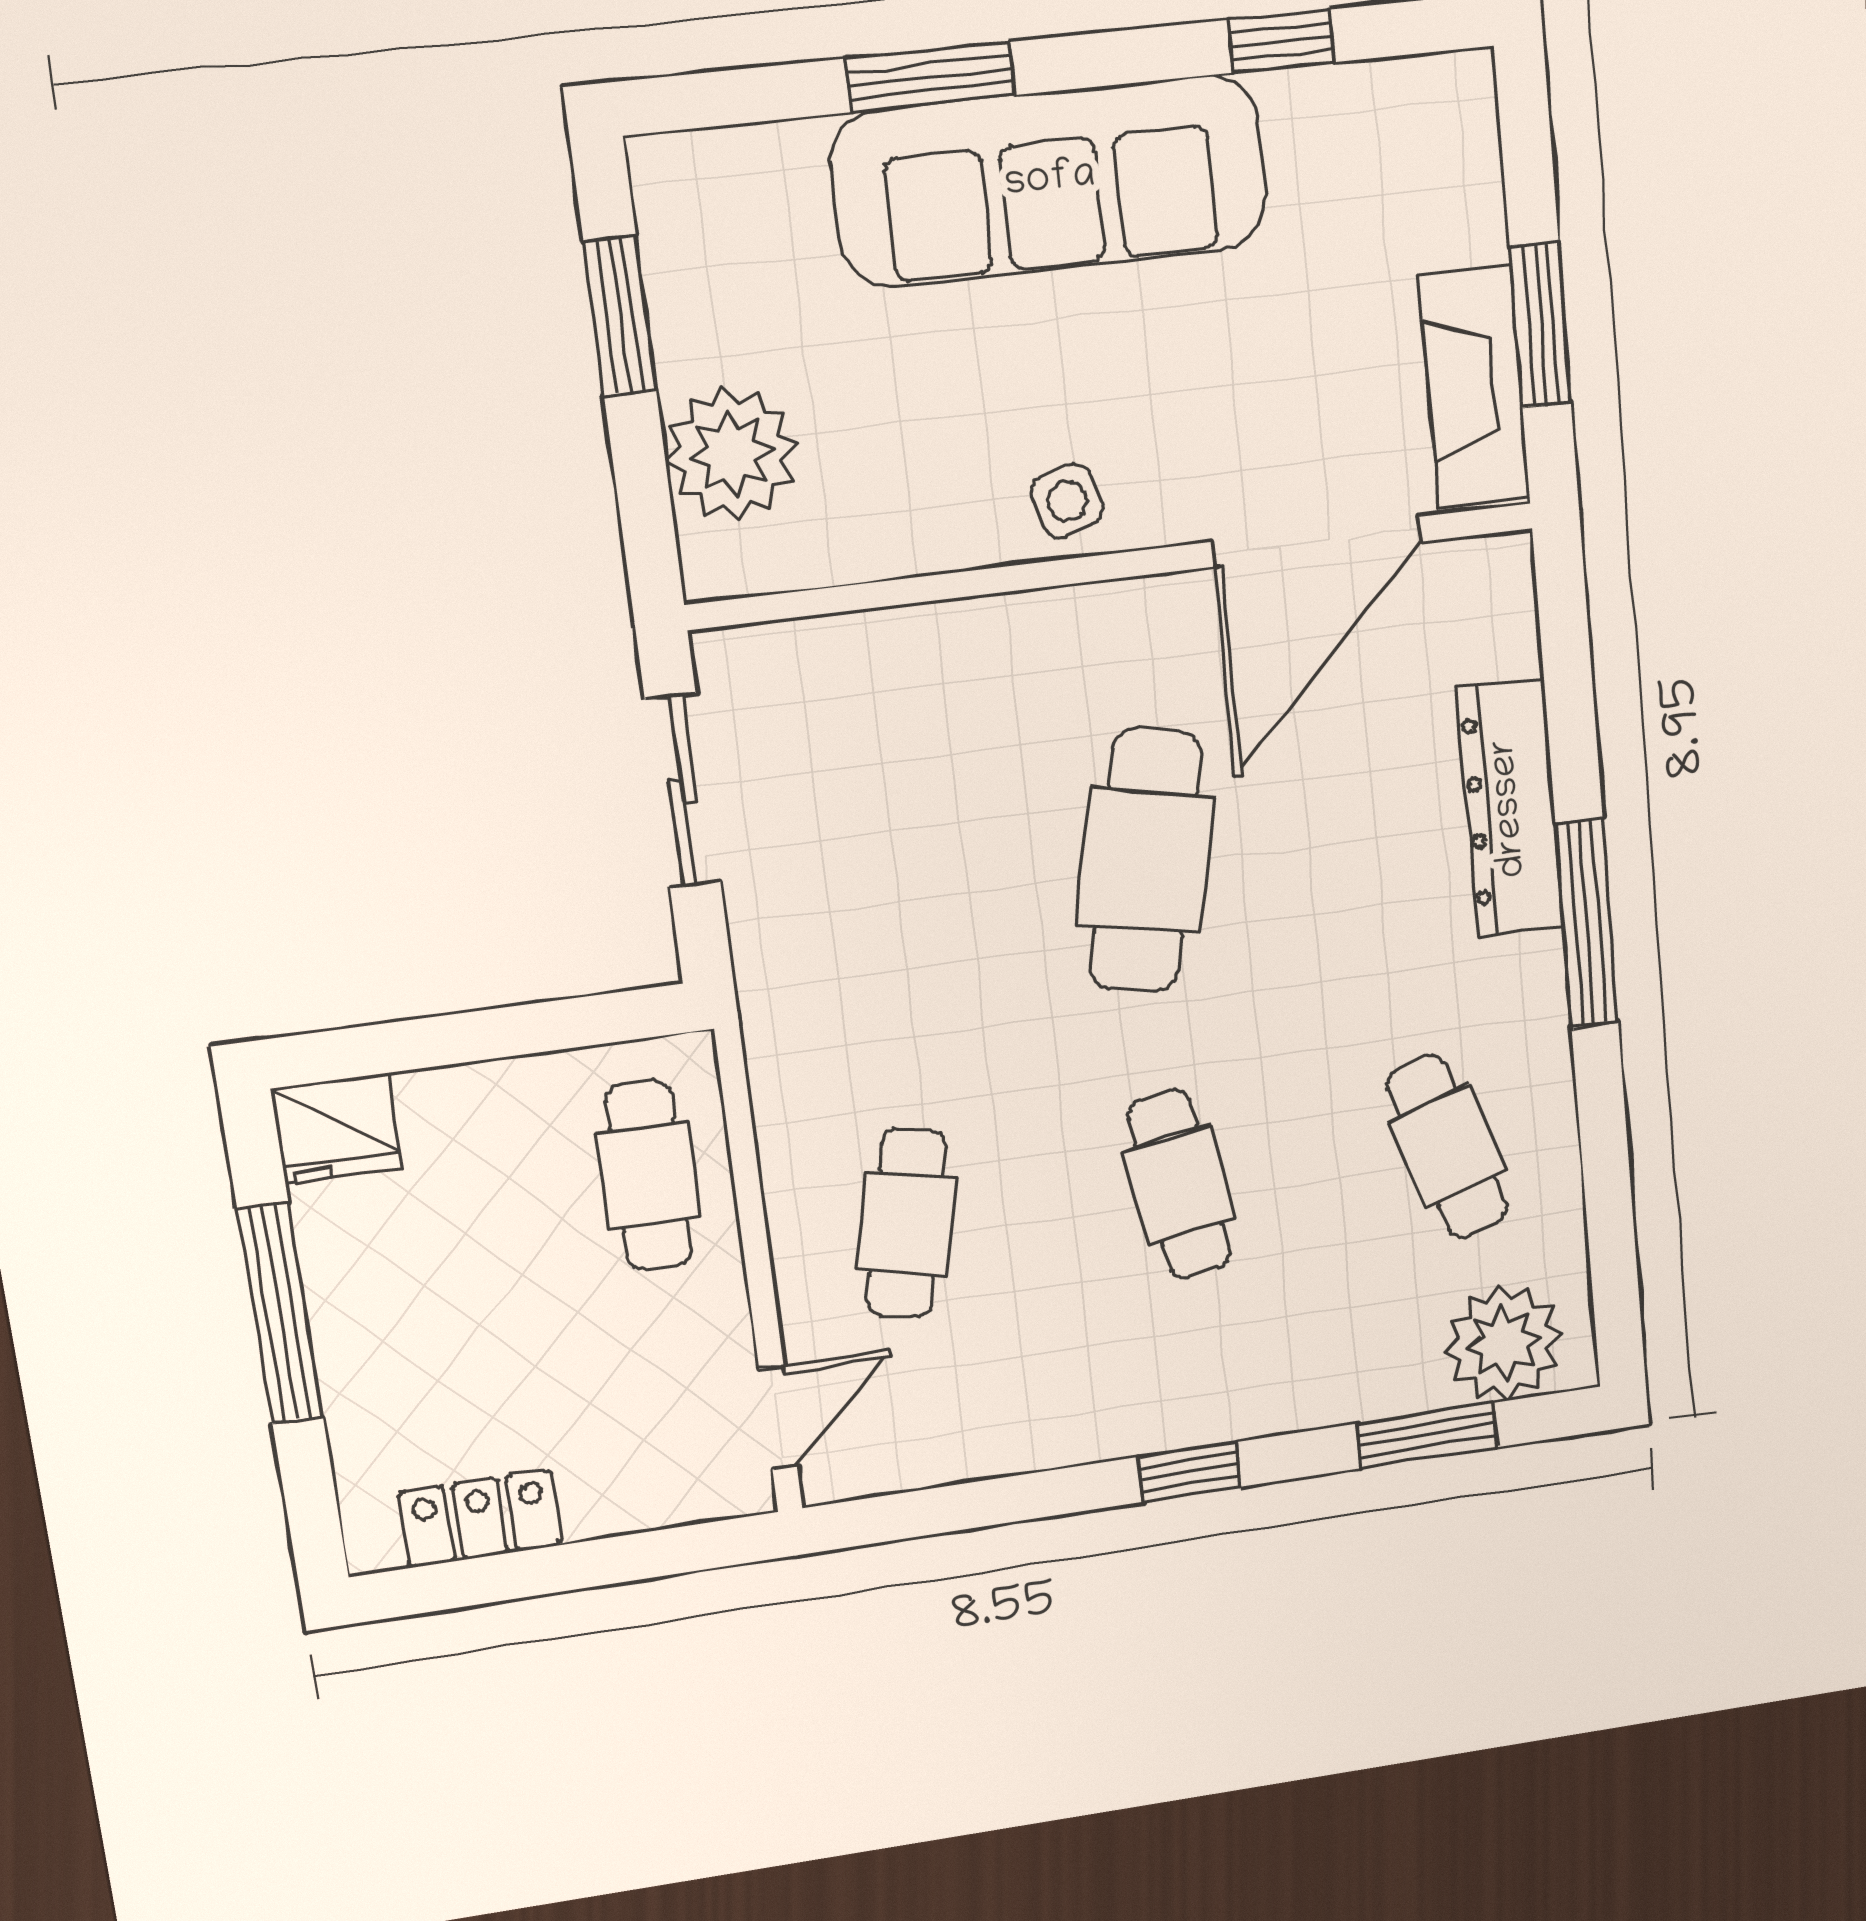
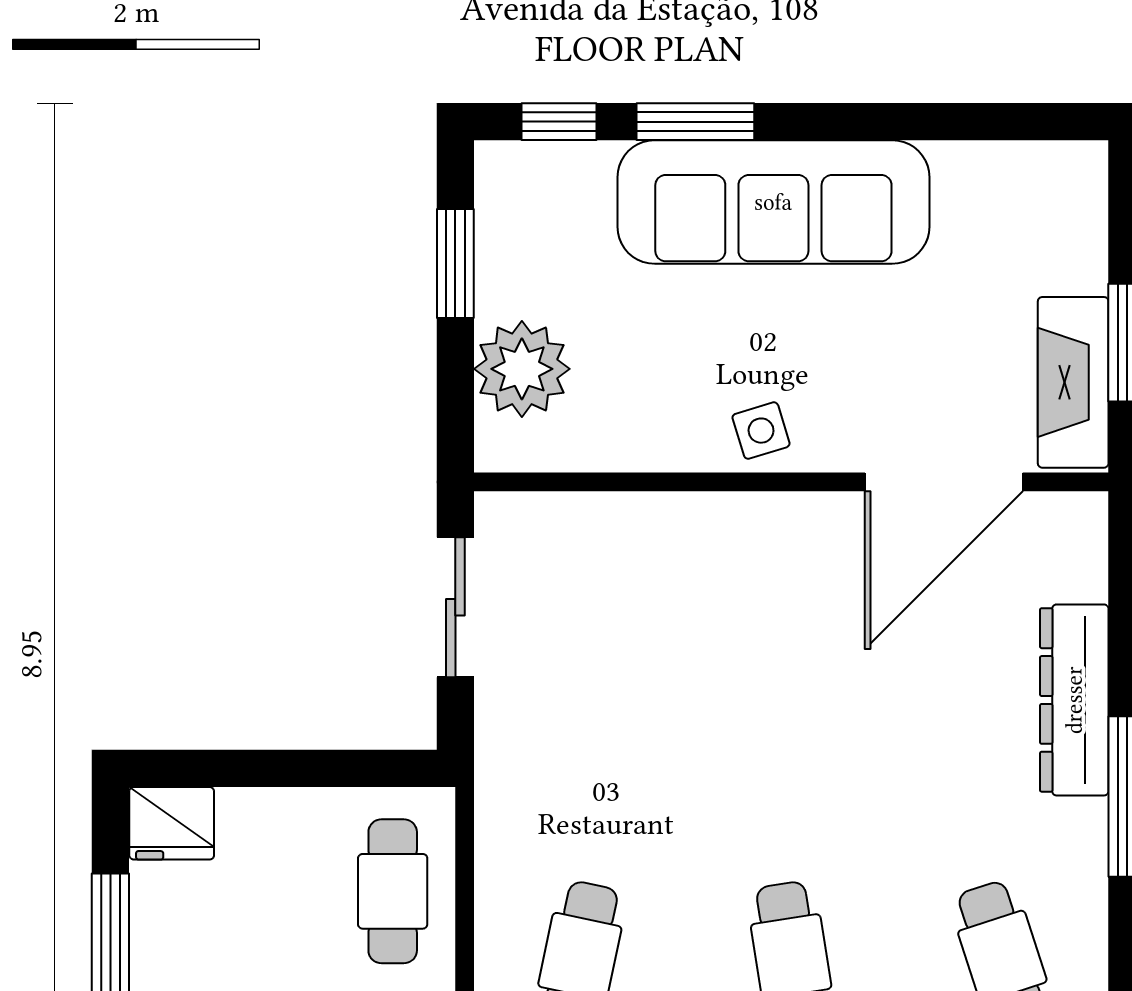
window: (1281, 41) -> (559, 122), moved
cafe table: (1146, 861) -> (791, 703), removed

